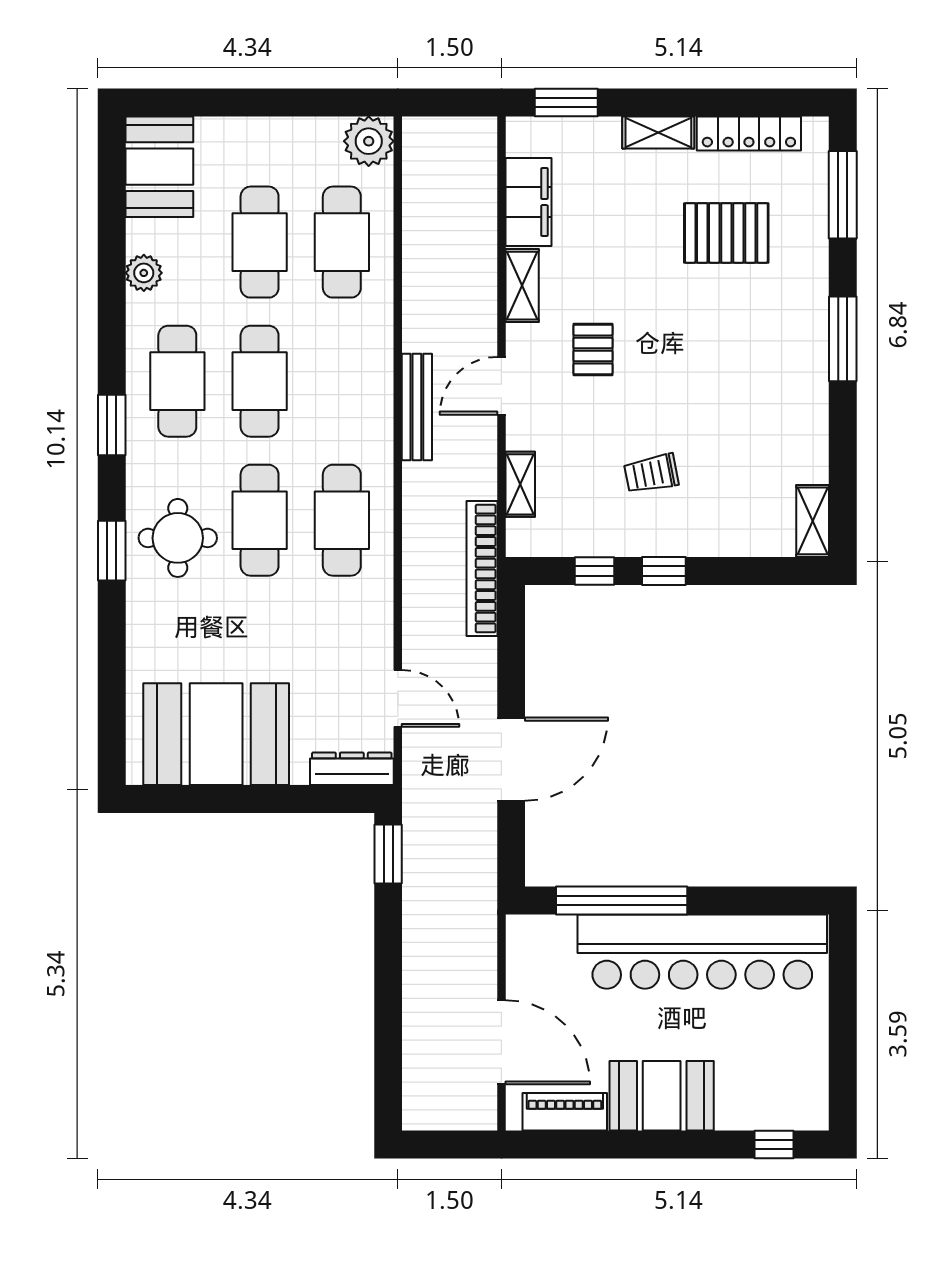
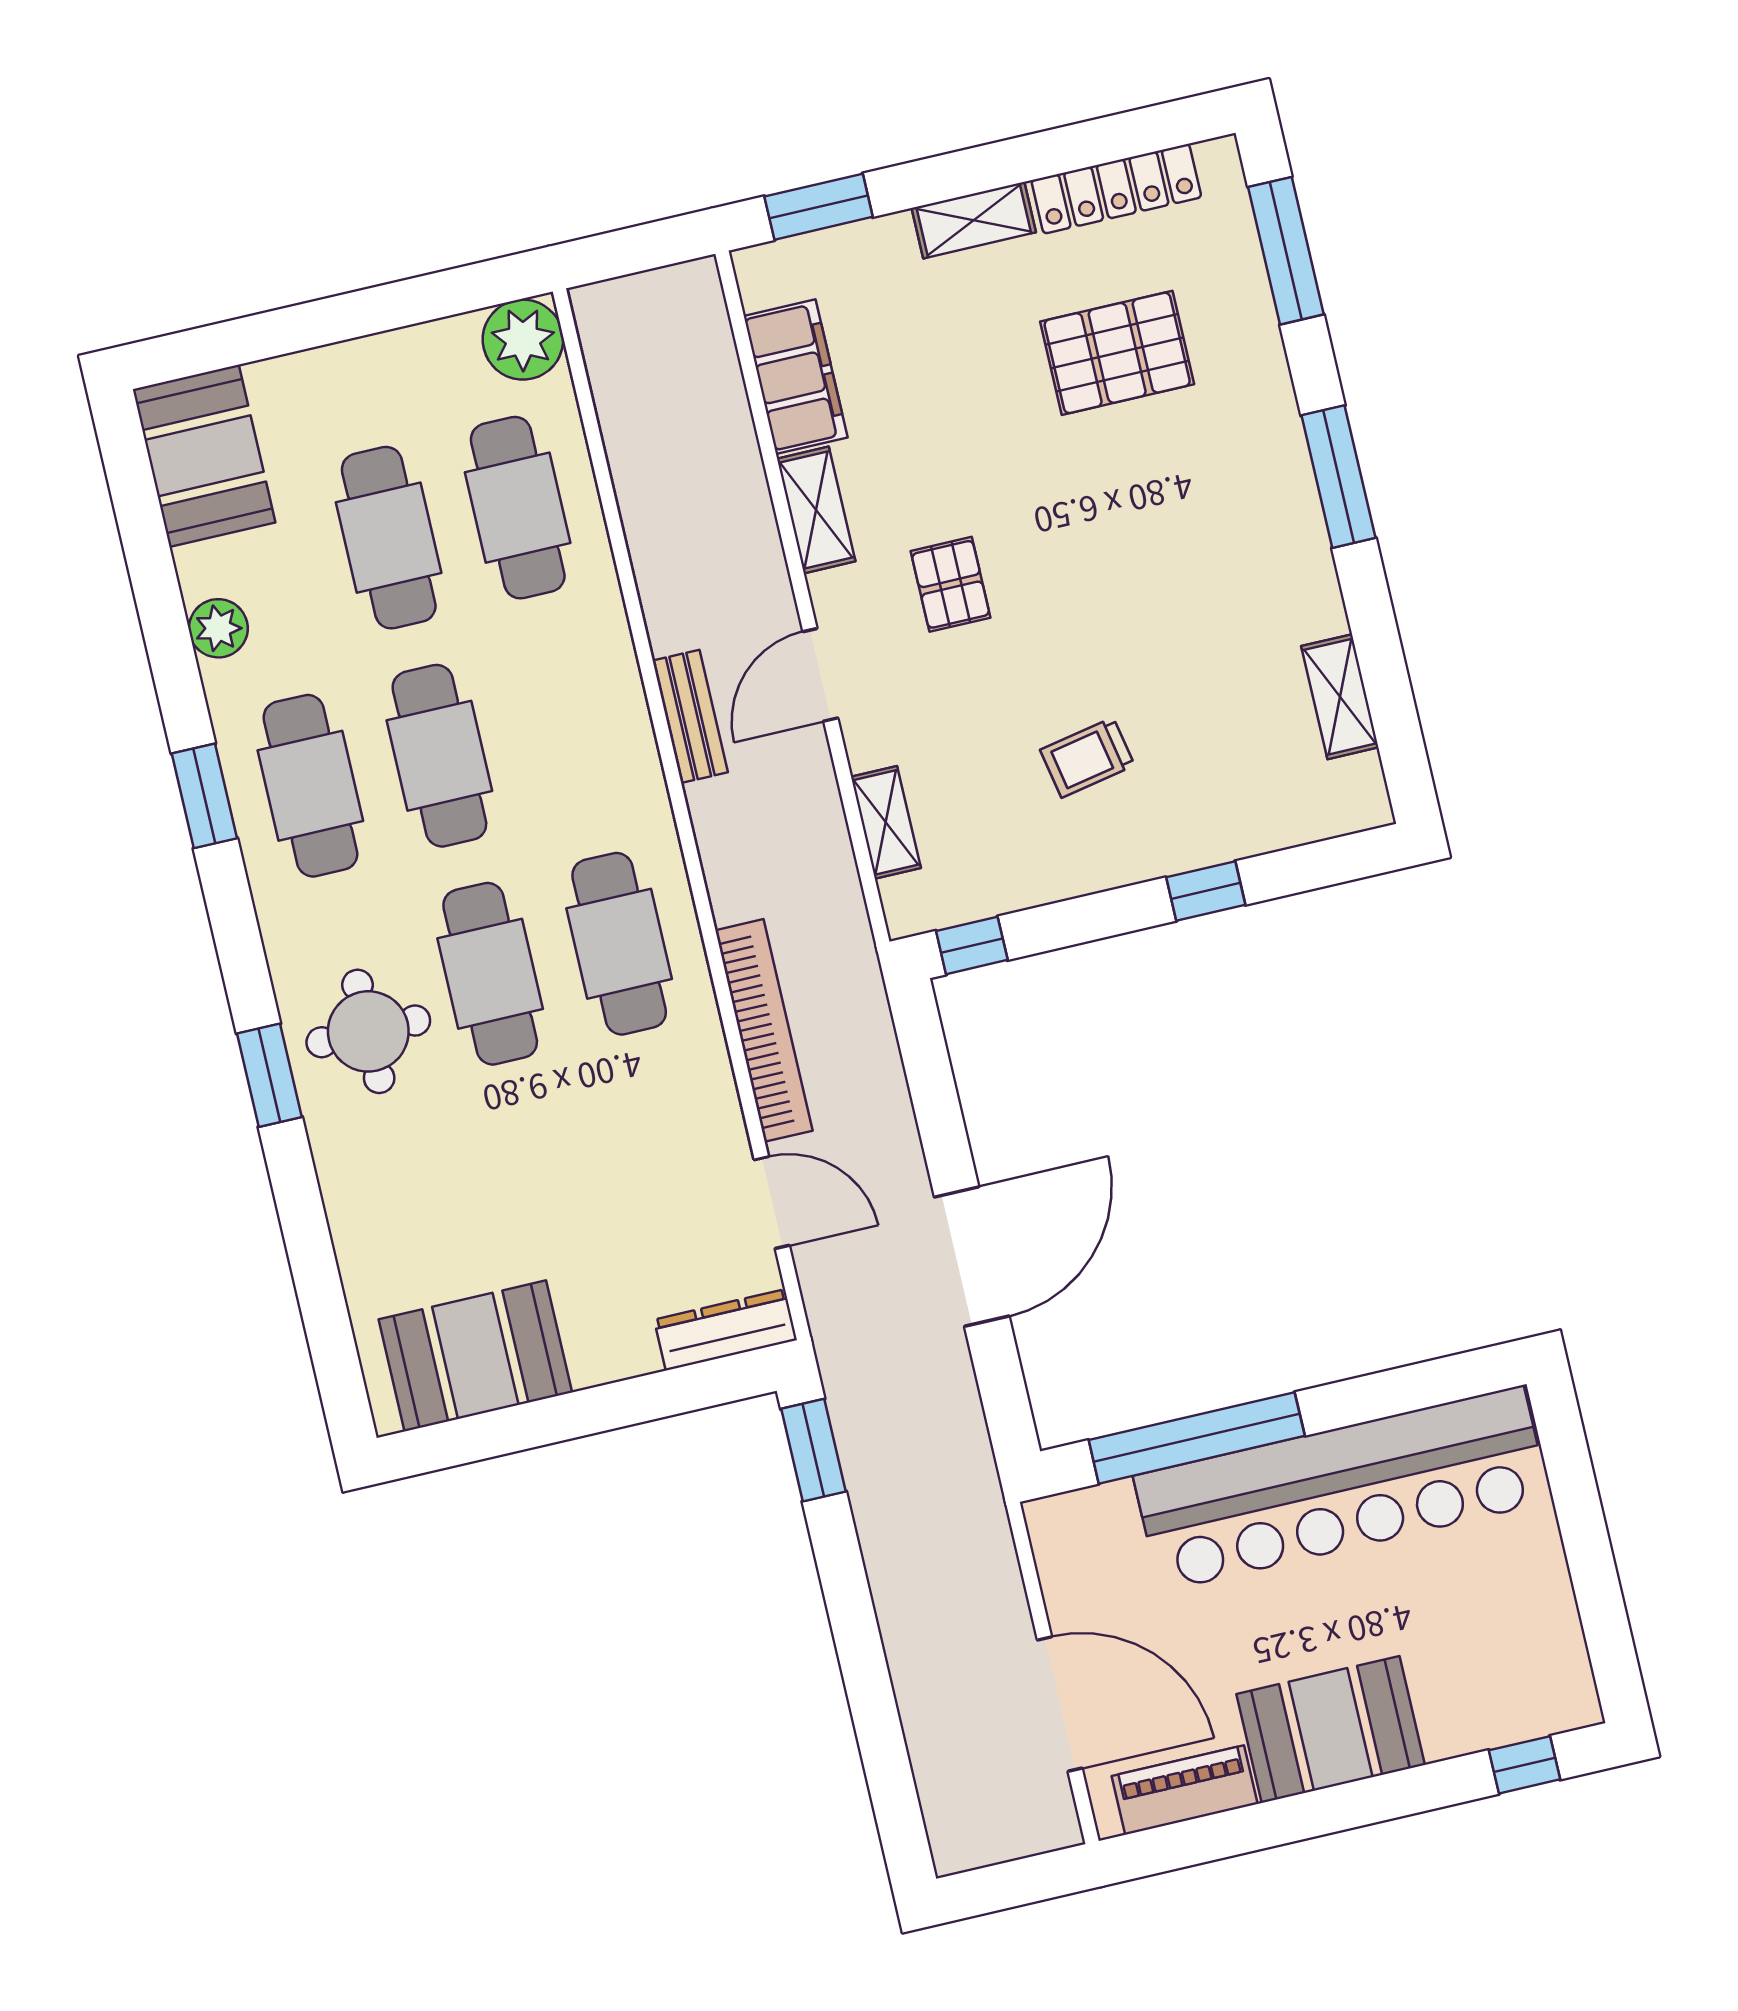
bench: (417, 407) -> (690, 716), width x0.73
window: (112, 425) -> (204, 796), moved
shelving: (813, 521) -> (1340, 697), moved
bookcase: (482, 569) -> (764, 1030), moved, turned 180
window: (594, 571) -> (972, 945), moved
window: (664, 571) -> (1206, 891), moved
booth: (216, 734) -> (475, 1356), width x0.73, depth x0.70

